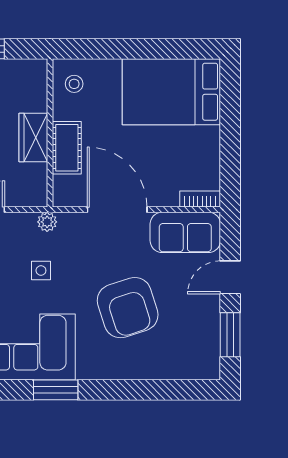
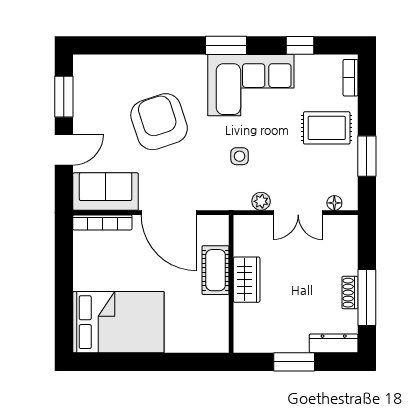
stool: (74, 84) -> (209, 329), removed
bookcase: (200, 199) -> (102, 222), width x1.56
plant: (47, 222) -> (261, 201), moved

